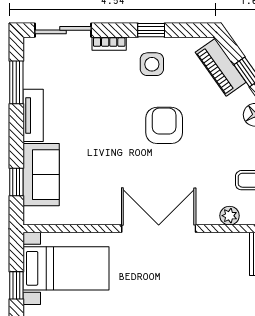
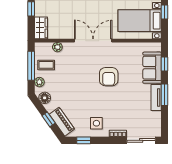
window: (151, 30) -> (84, 140), moved
window: (16, 82) -> (165, 95), moved
armchair: (164, 125) -> (109, 77), moved
double door: (159, 229) -> (93, 41), swing flipped

